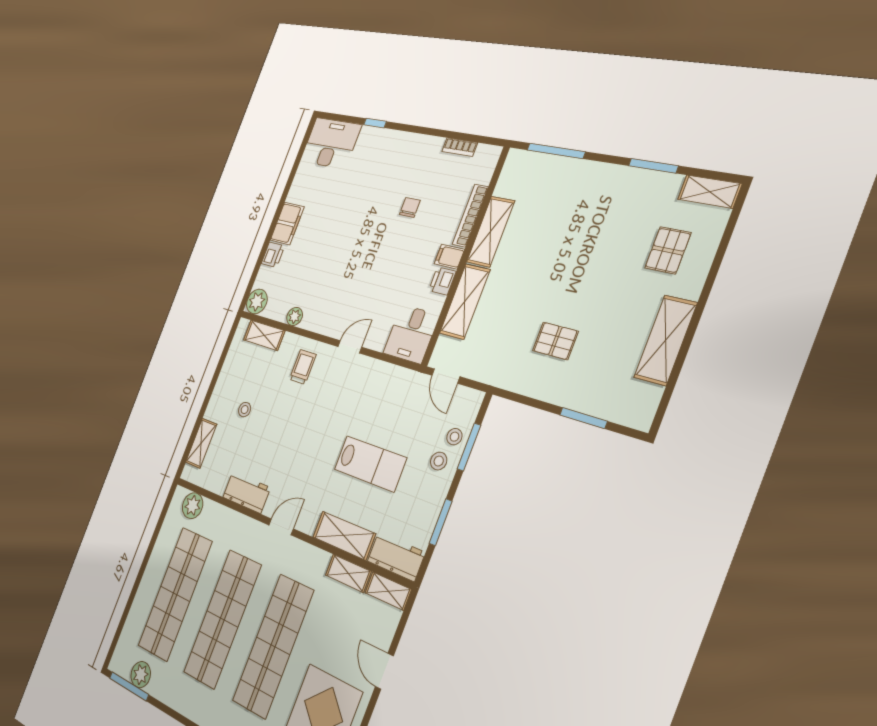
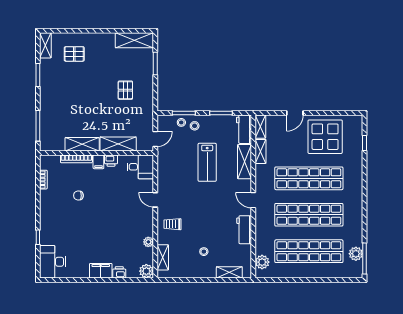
shelving: (666, 340) -> (134, 40), moved
lab bench: (370, 464) -> (207, 162), turned 180

